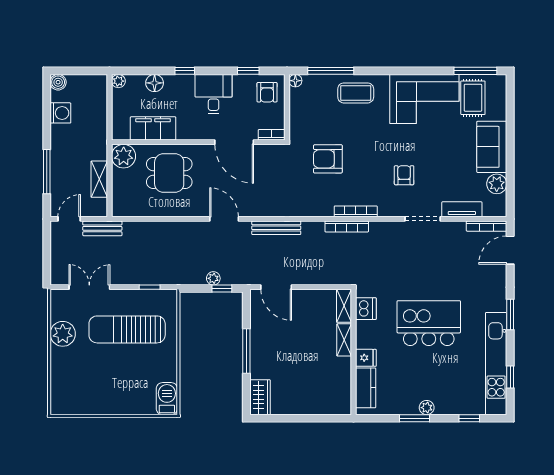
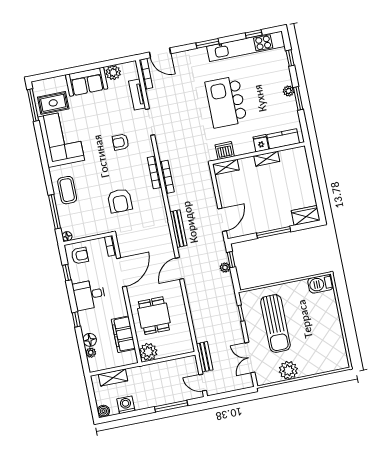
plant: (118, 81) -> (91, 353), moved
shelving: (99, 179) -> (113, 378), moved
shelving: (344, 340) -> (267, 159), moved

